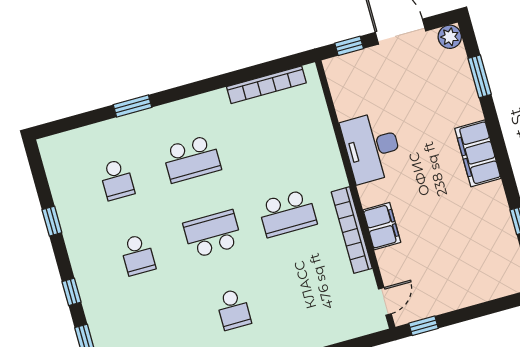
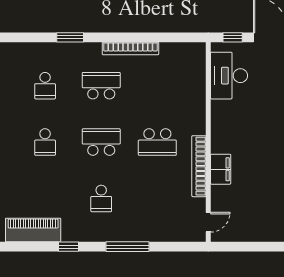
bookcase: (266, 85) -> (130, 49), moved
desk: (372, 147) -> (229, 76), moved
school desk: (192, 159) -> (101, 86), turned 180
window: (424, 326) -> (230, 247), removed

